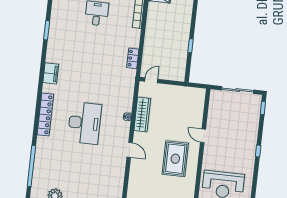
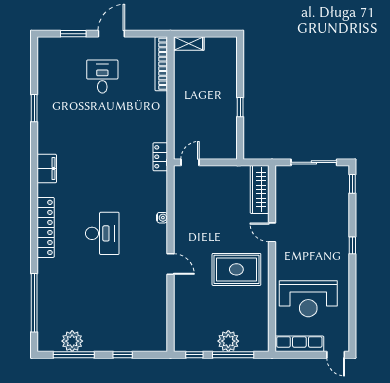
locker: (133, 58) -> (160, 157), moved
wardrobe: (142, 114) -> (260, 189), moved, turned 180
desk: (84, 123) -> (102, 233), width x0.73, depth x0.77
rug: (175, 159) -> (236, 269), turned 90

